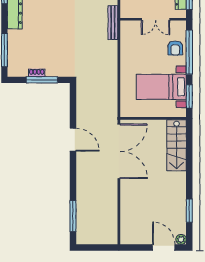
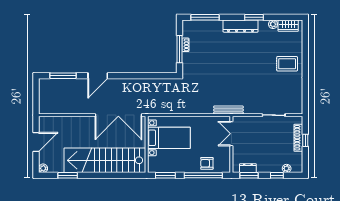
double door: (156, 19) -> (231, 134), moved
bed with nightstands: (161, 87) -> (169, 138), moved, turned 90
door: (73, 140) -> (98, 76), moved
stairs: (177, 145) -> (105, 160), width x1.86, depth x1.51
door: (164, 248) -> (36, 142), moved

